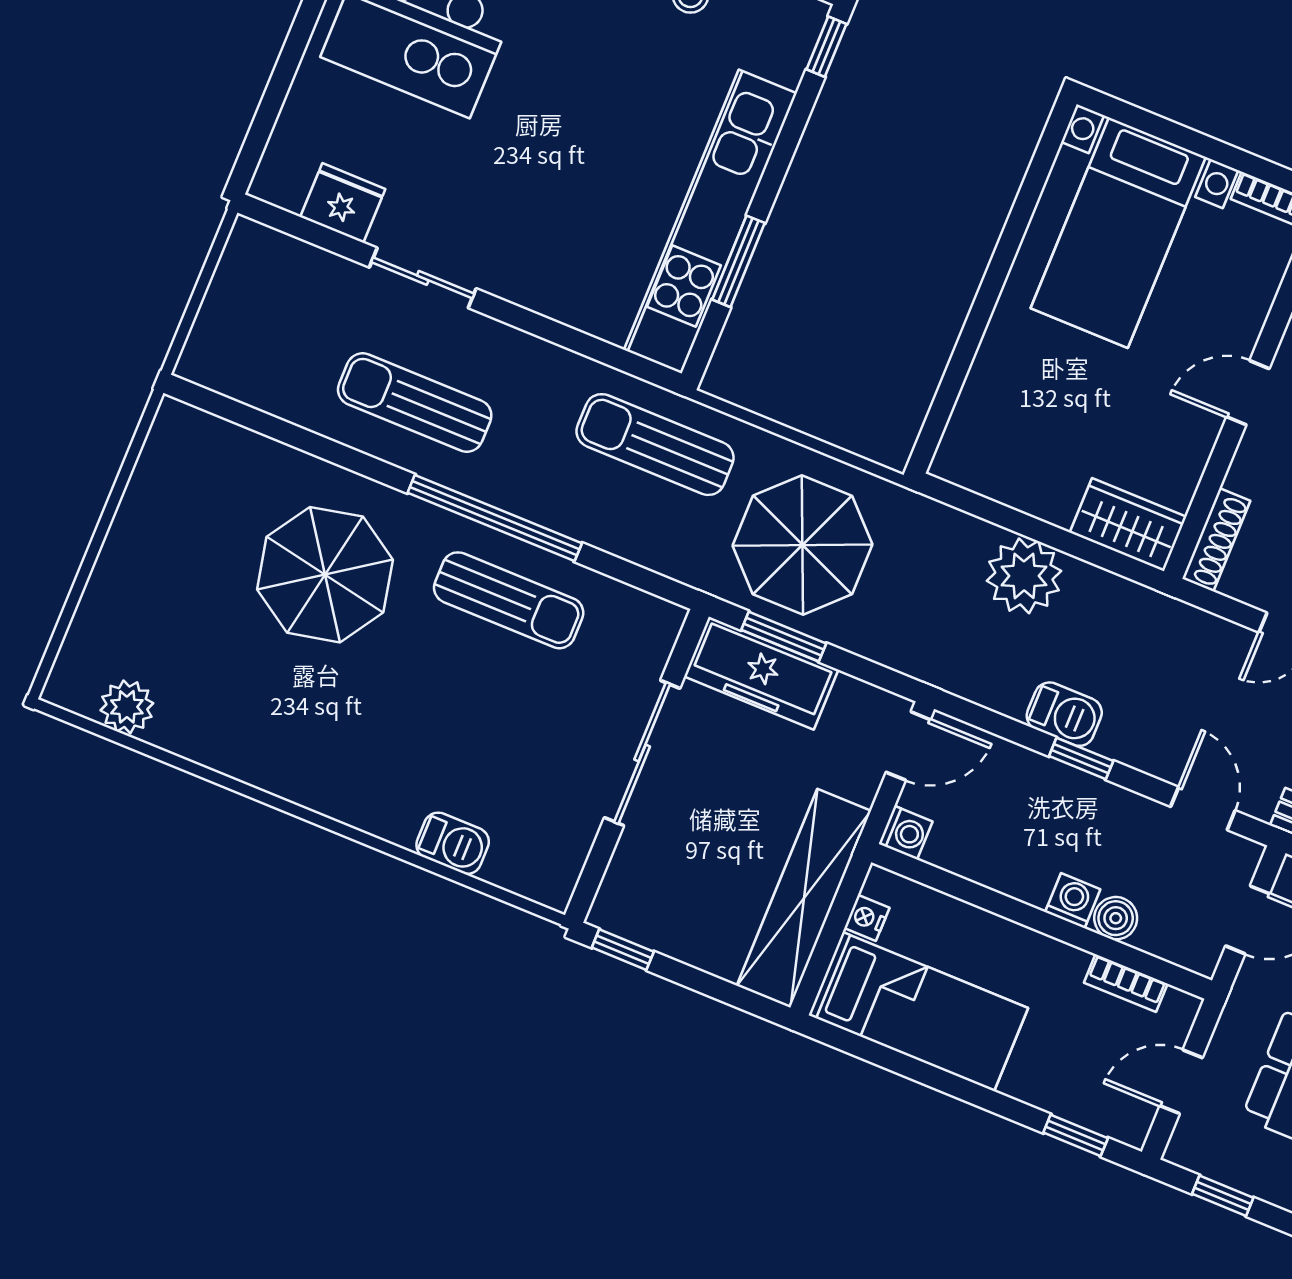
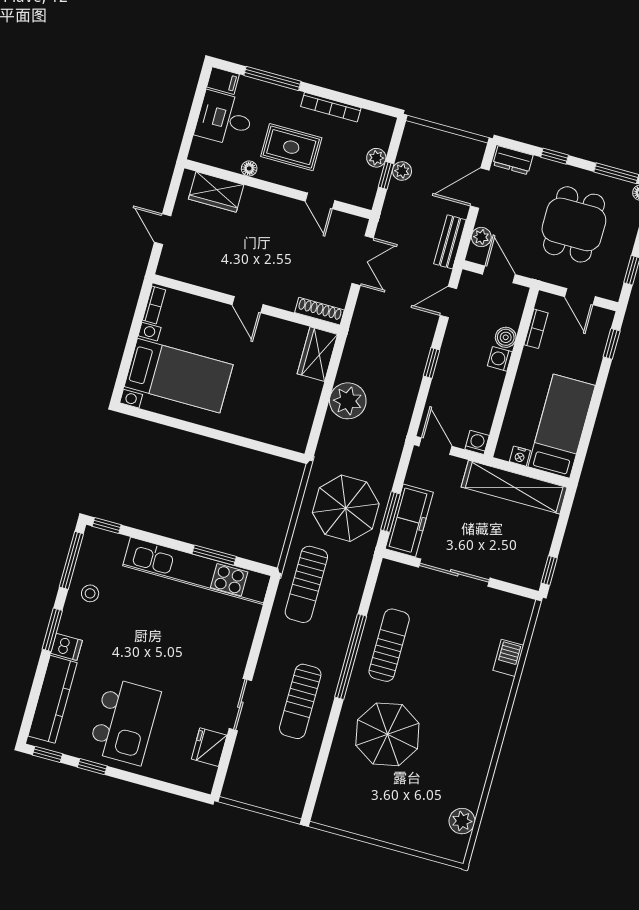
barbecue: (1064, 714) -> (411, 374), removed

